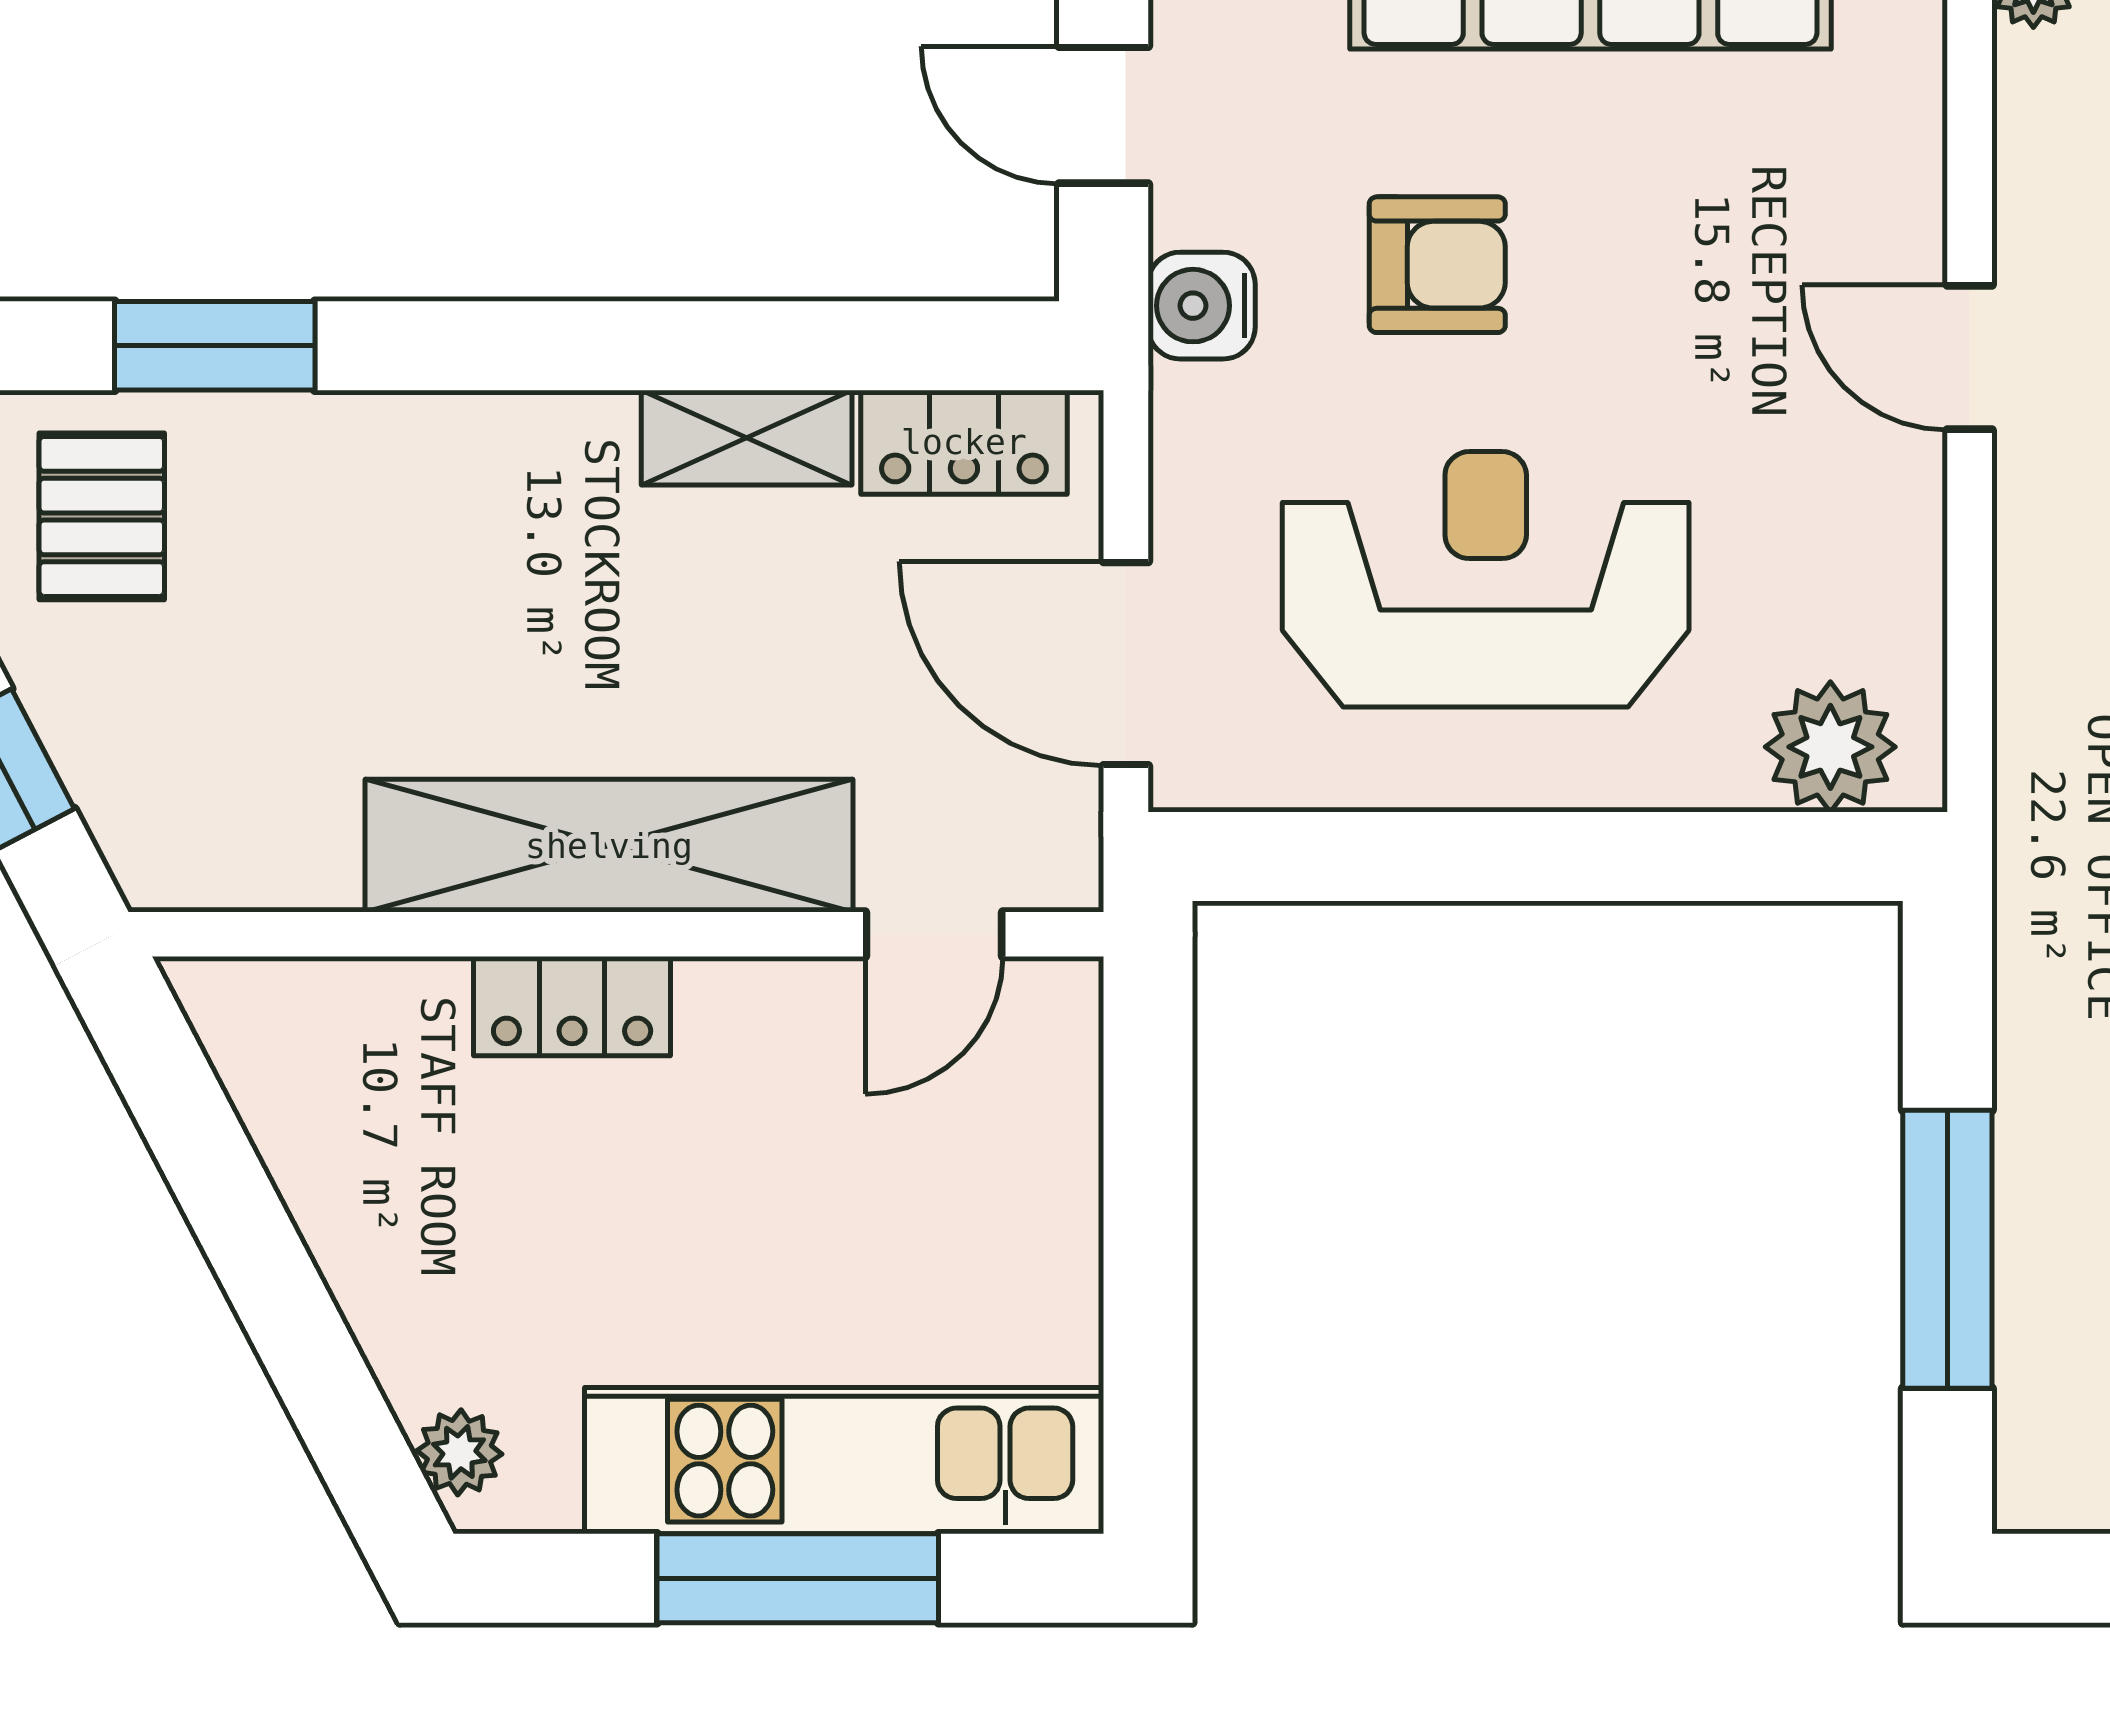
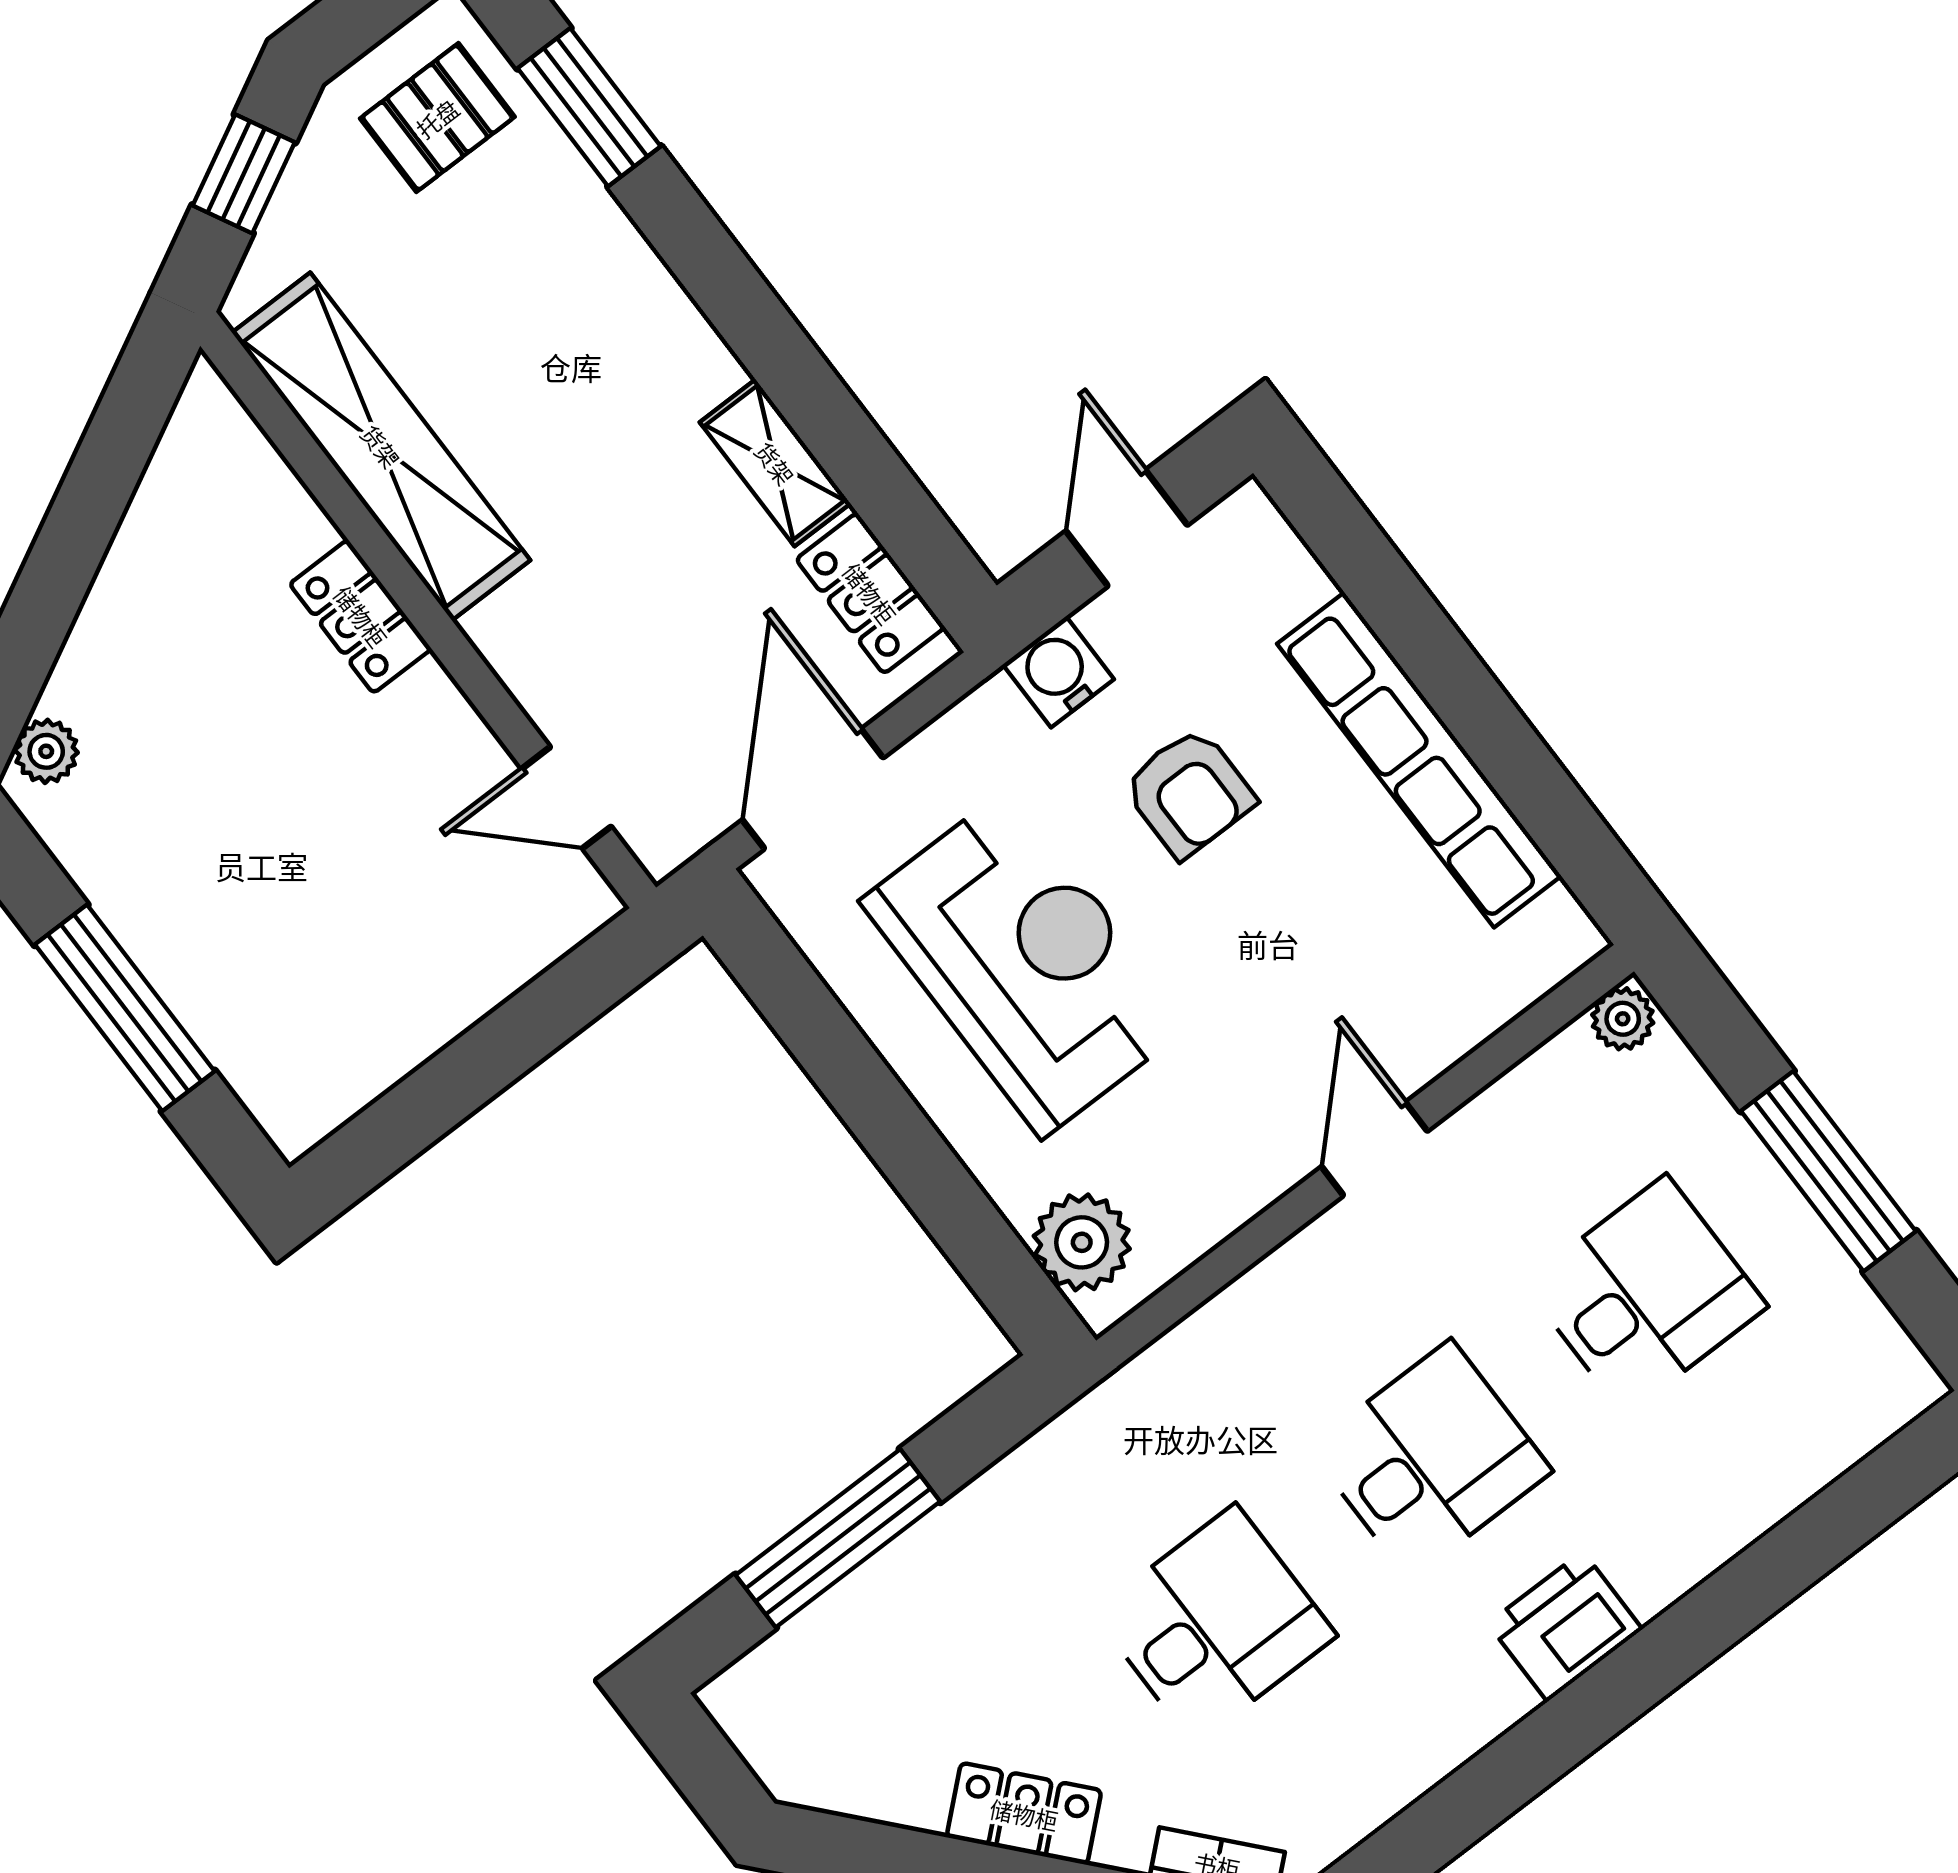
shelving: (609, 846) -> (381, 446), moved
kitchen unit: (844, 1461) -> (215, 982), removed

